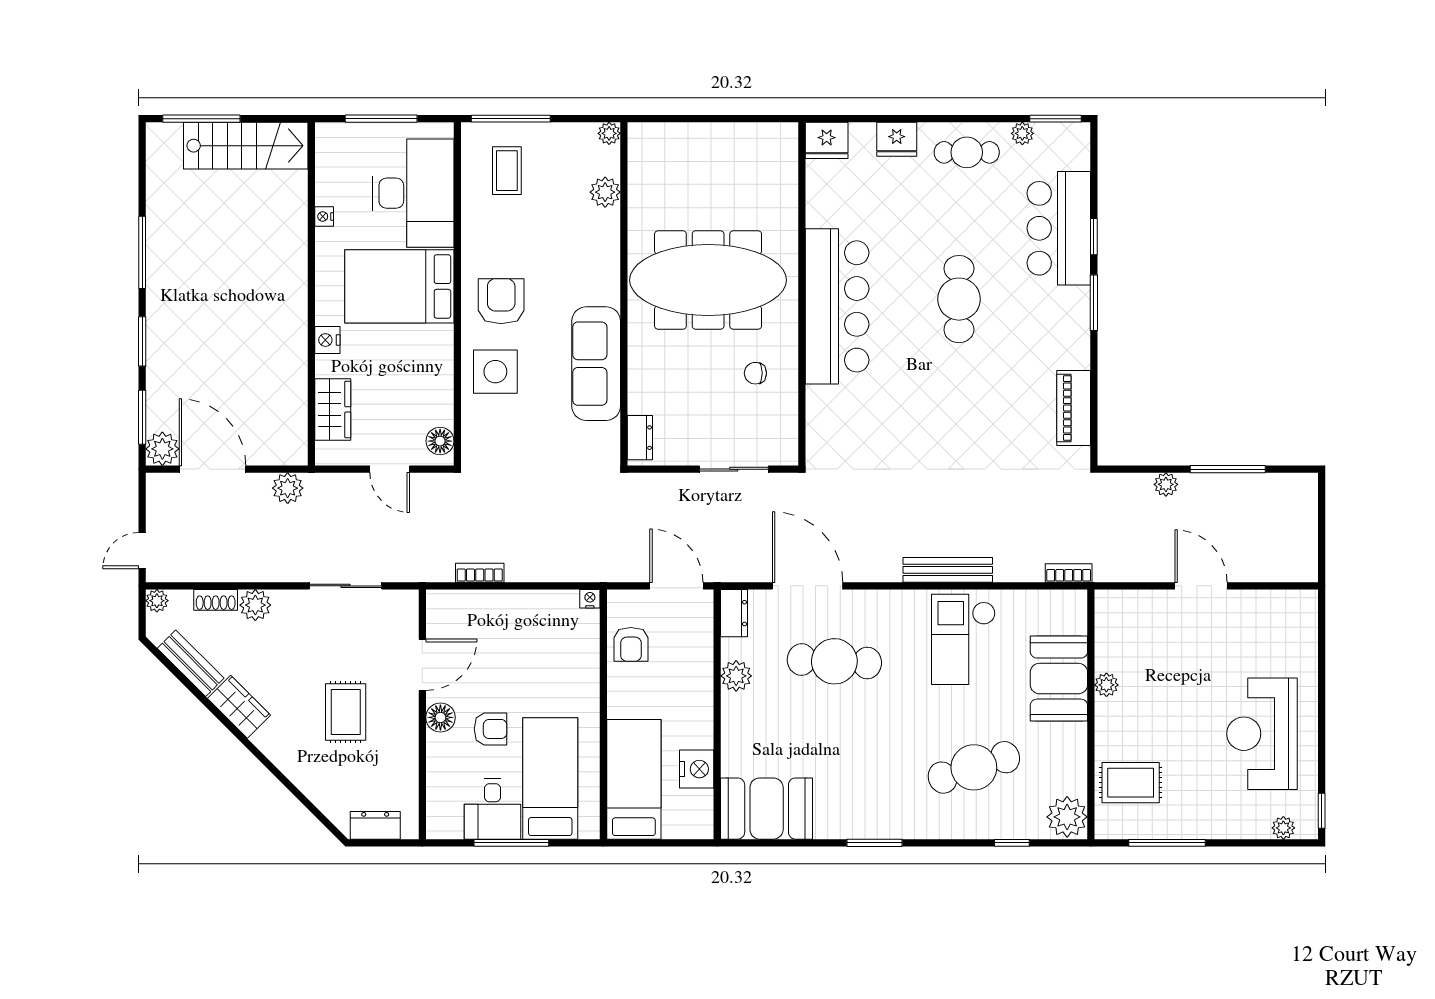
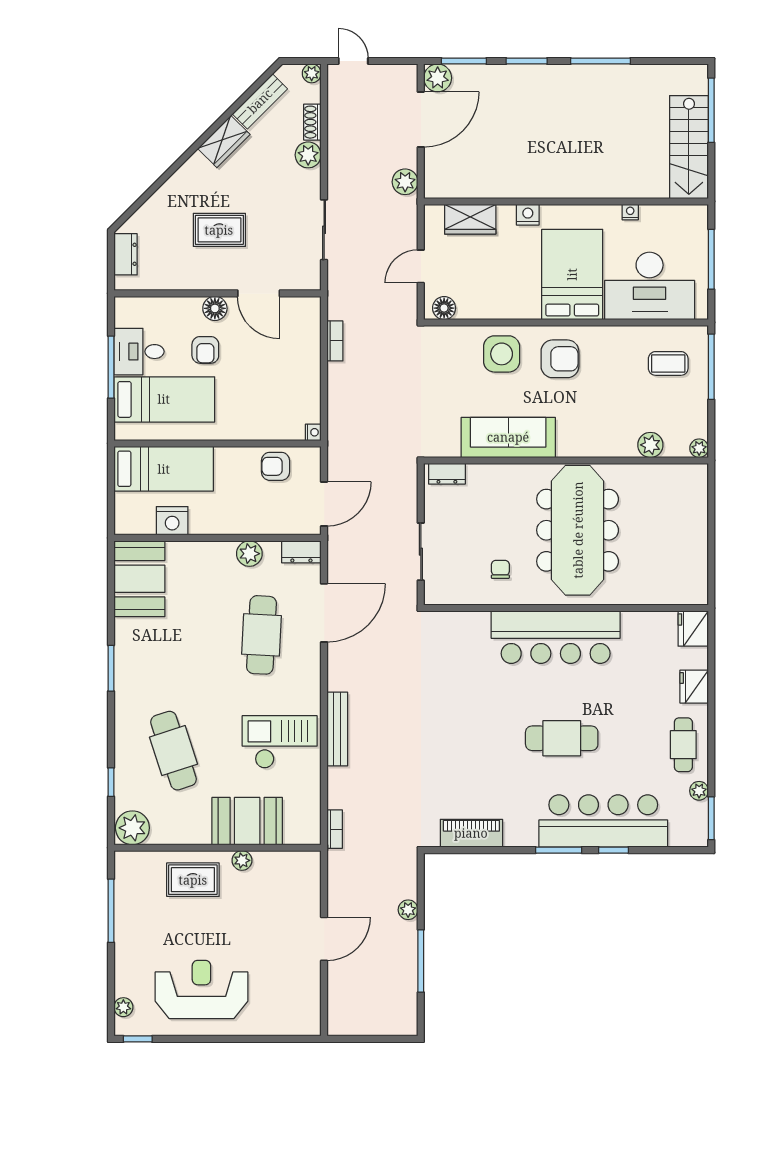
bar counter: (1059, 228) -> (603, 821), width x1.36
rug: (1131, 783) -> (193, 880), moved, turned 90

